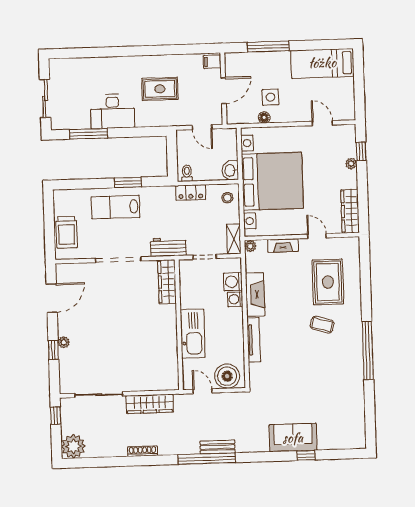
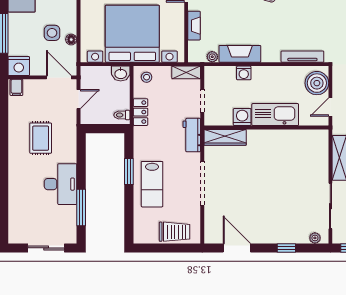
nightstand: (235, 63) -> (19, 66), added
door: (224, 91) -> (59, 77), moved
plant: (250, 246) -> (212, 57), moved
washing machine: (233, 282) -> (242, 117), moved, turned 180
tv unit: (254, 340) -> (302, 57), moved
plant: (64, 342) -> (315, 238), moved

